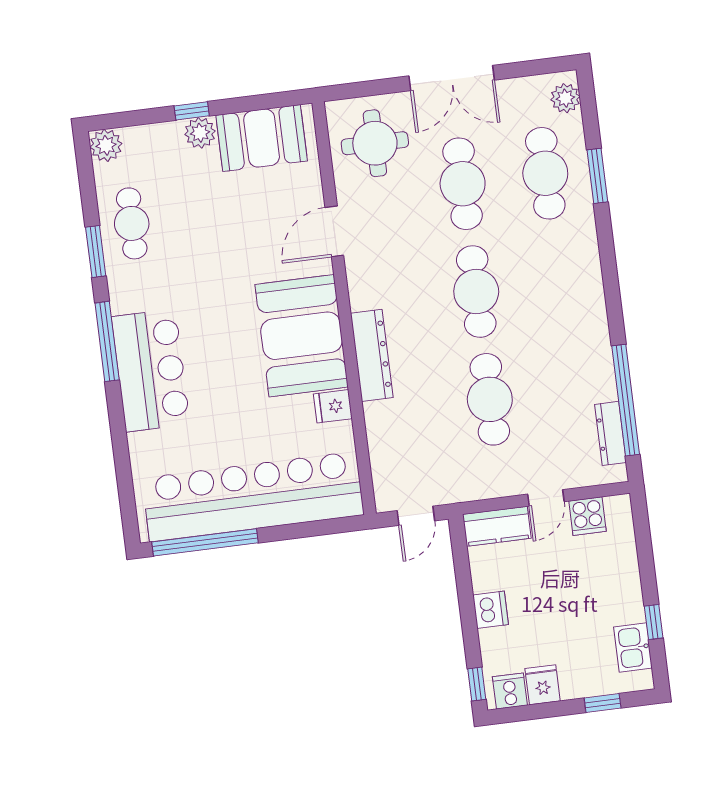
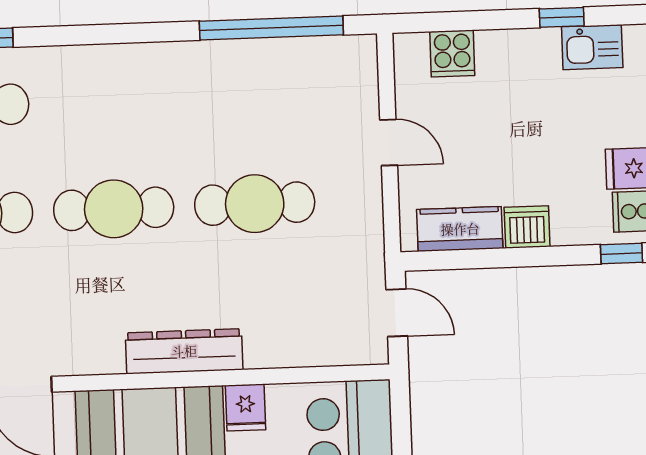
dresser: (610, 433) -> (313, 52), removed
cooker: (588, 516) -> (452, 54), moved, turned 90
kitchen counter: (497, 526) -> (460, 229), moved, turned -90

